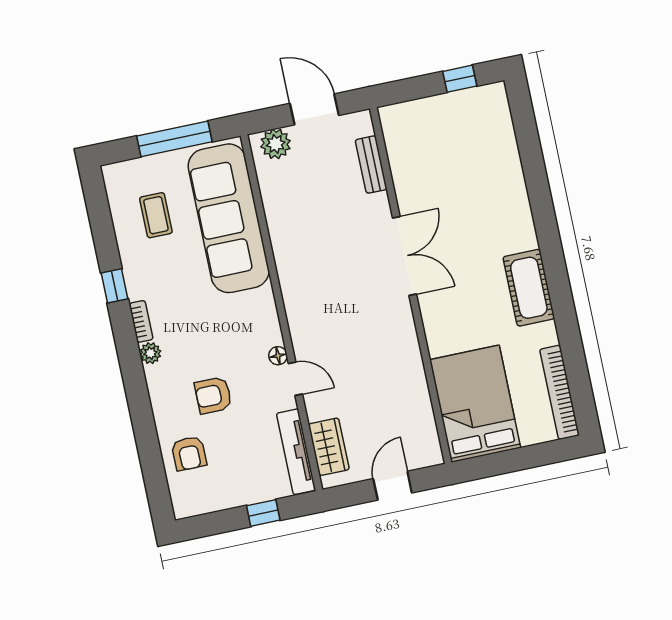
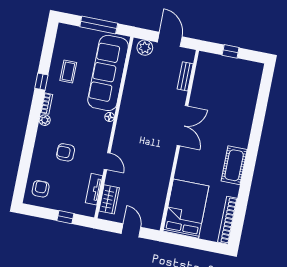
window: (460, 79) -> (231, 51), moved
coffee table: (156, 215) -> (68, 72), moved
floor lamp: (278, 356) -> (110, 117), moved
tv unit: (296, 452) -> (94, 189), width x0.71
armchair: (189, 453) -> (41, 189), moved, turned 180
door: (393, 486) -> (131, 230), hinge flipped

